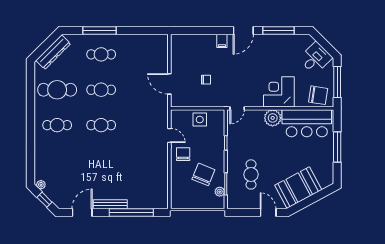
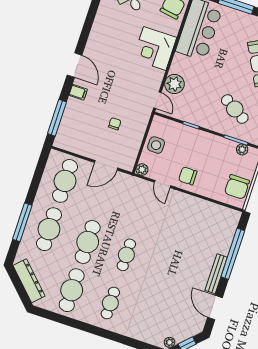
window: (279, 30) -> (57, 118), moved
cafe table: (101, 54) -> (49, 229), width x1.37, depth x1.35
cafe table: (145, 54) -> (65, 181), added
cafe table: (101, 90) -> (88, 242), width x1.37, depth x1.35
plant: (176, 115) -> (142, 170), added
plant: (273, 118) -> (174, 84), moved
door: (169, 135) -> (163, 184), swing flipped
chair: (203, 174) -> (237, 187), moved, turned -112
cafe table: (251, 174) -> (235, 109), turned 31

